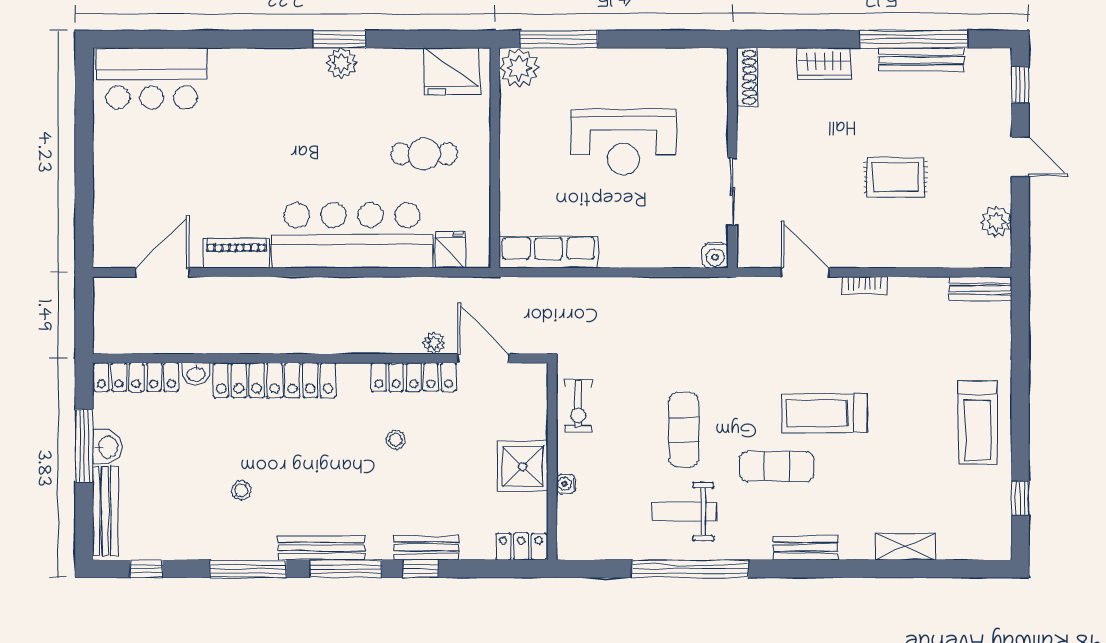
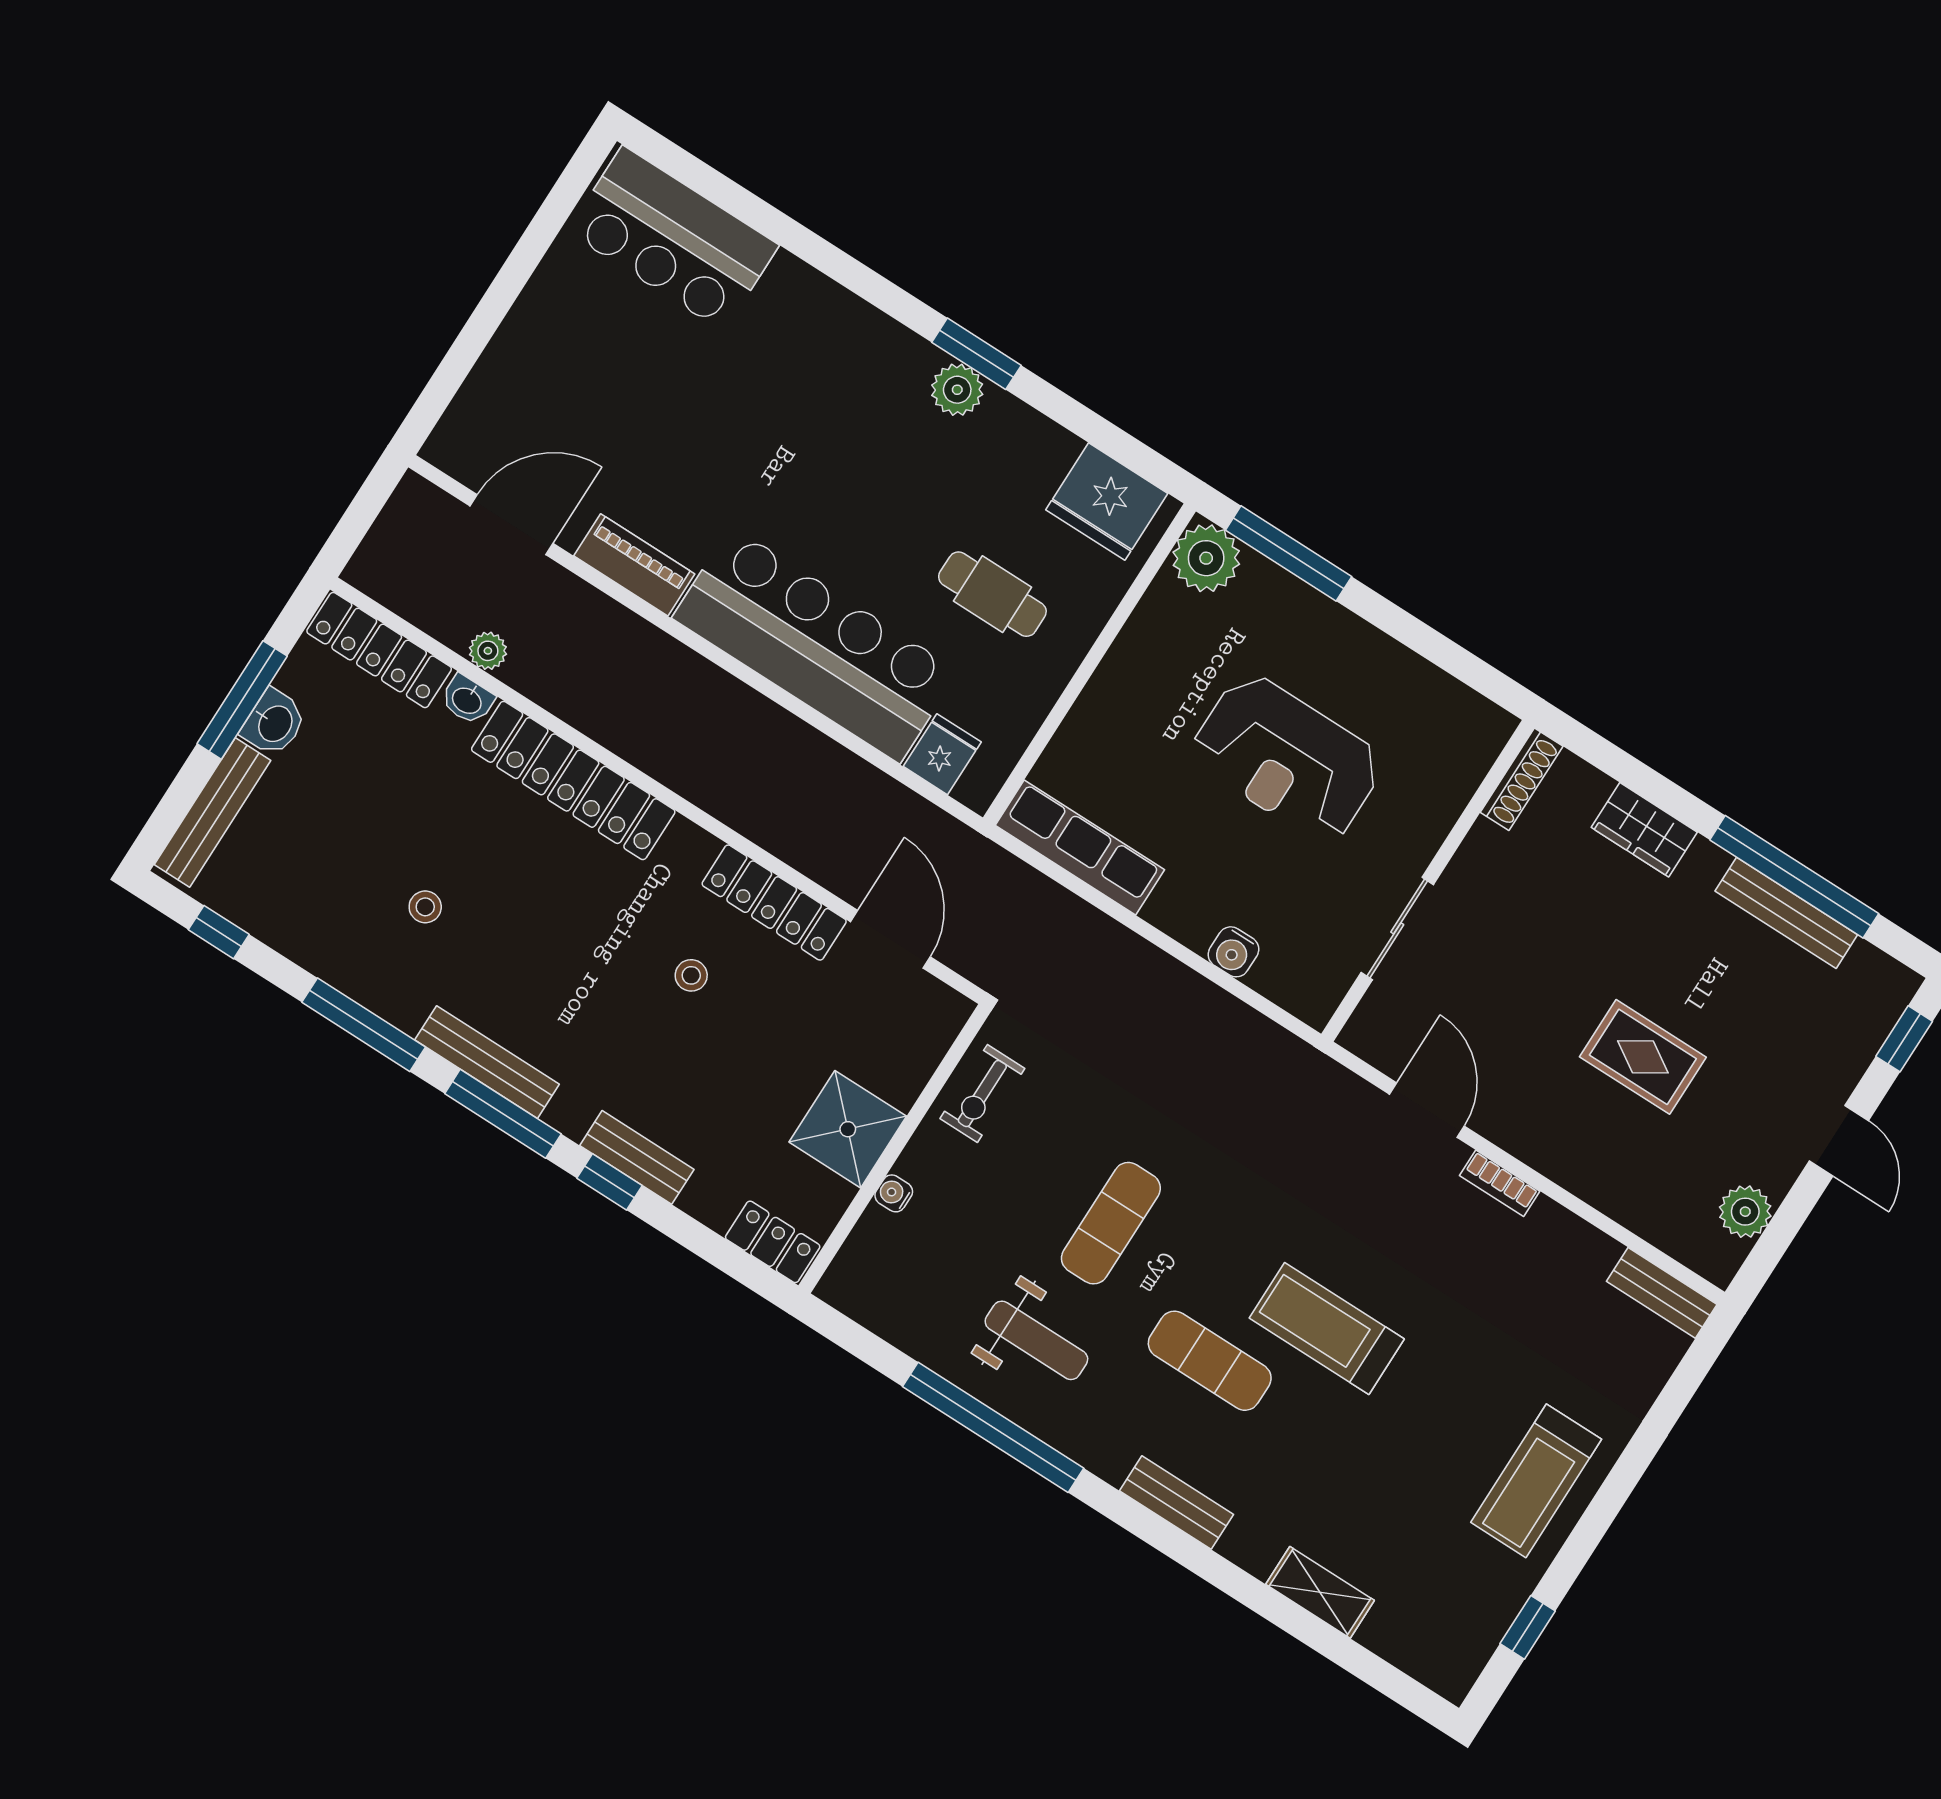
water cooler: (715, 255) -> (1233, 952), moved
plant: (434, 343) -> (488, 651), moved
weight bench: (684, 512) -> (1036, 1340), turned 180

